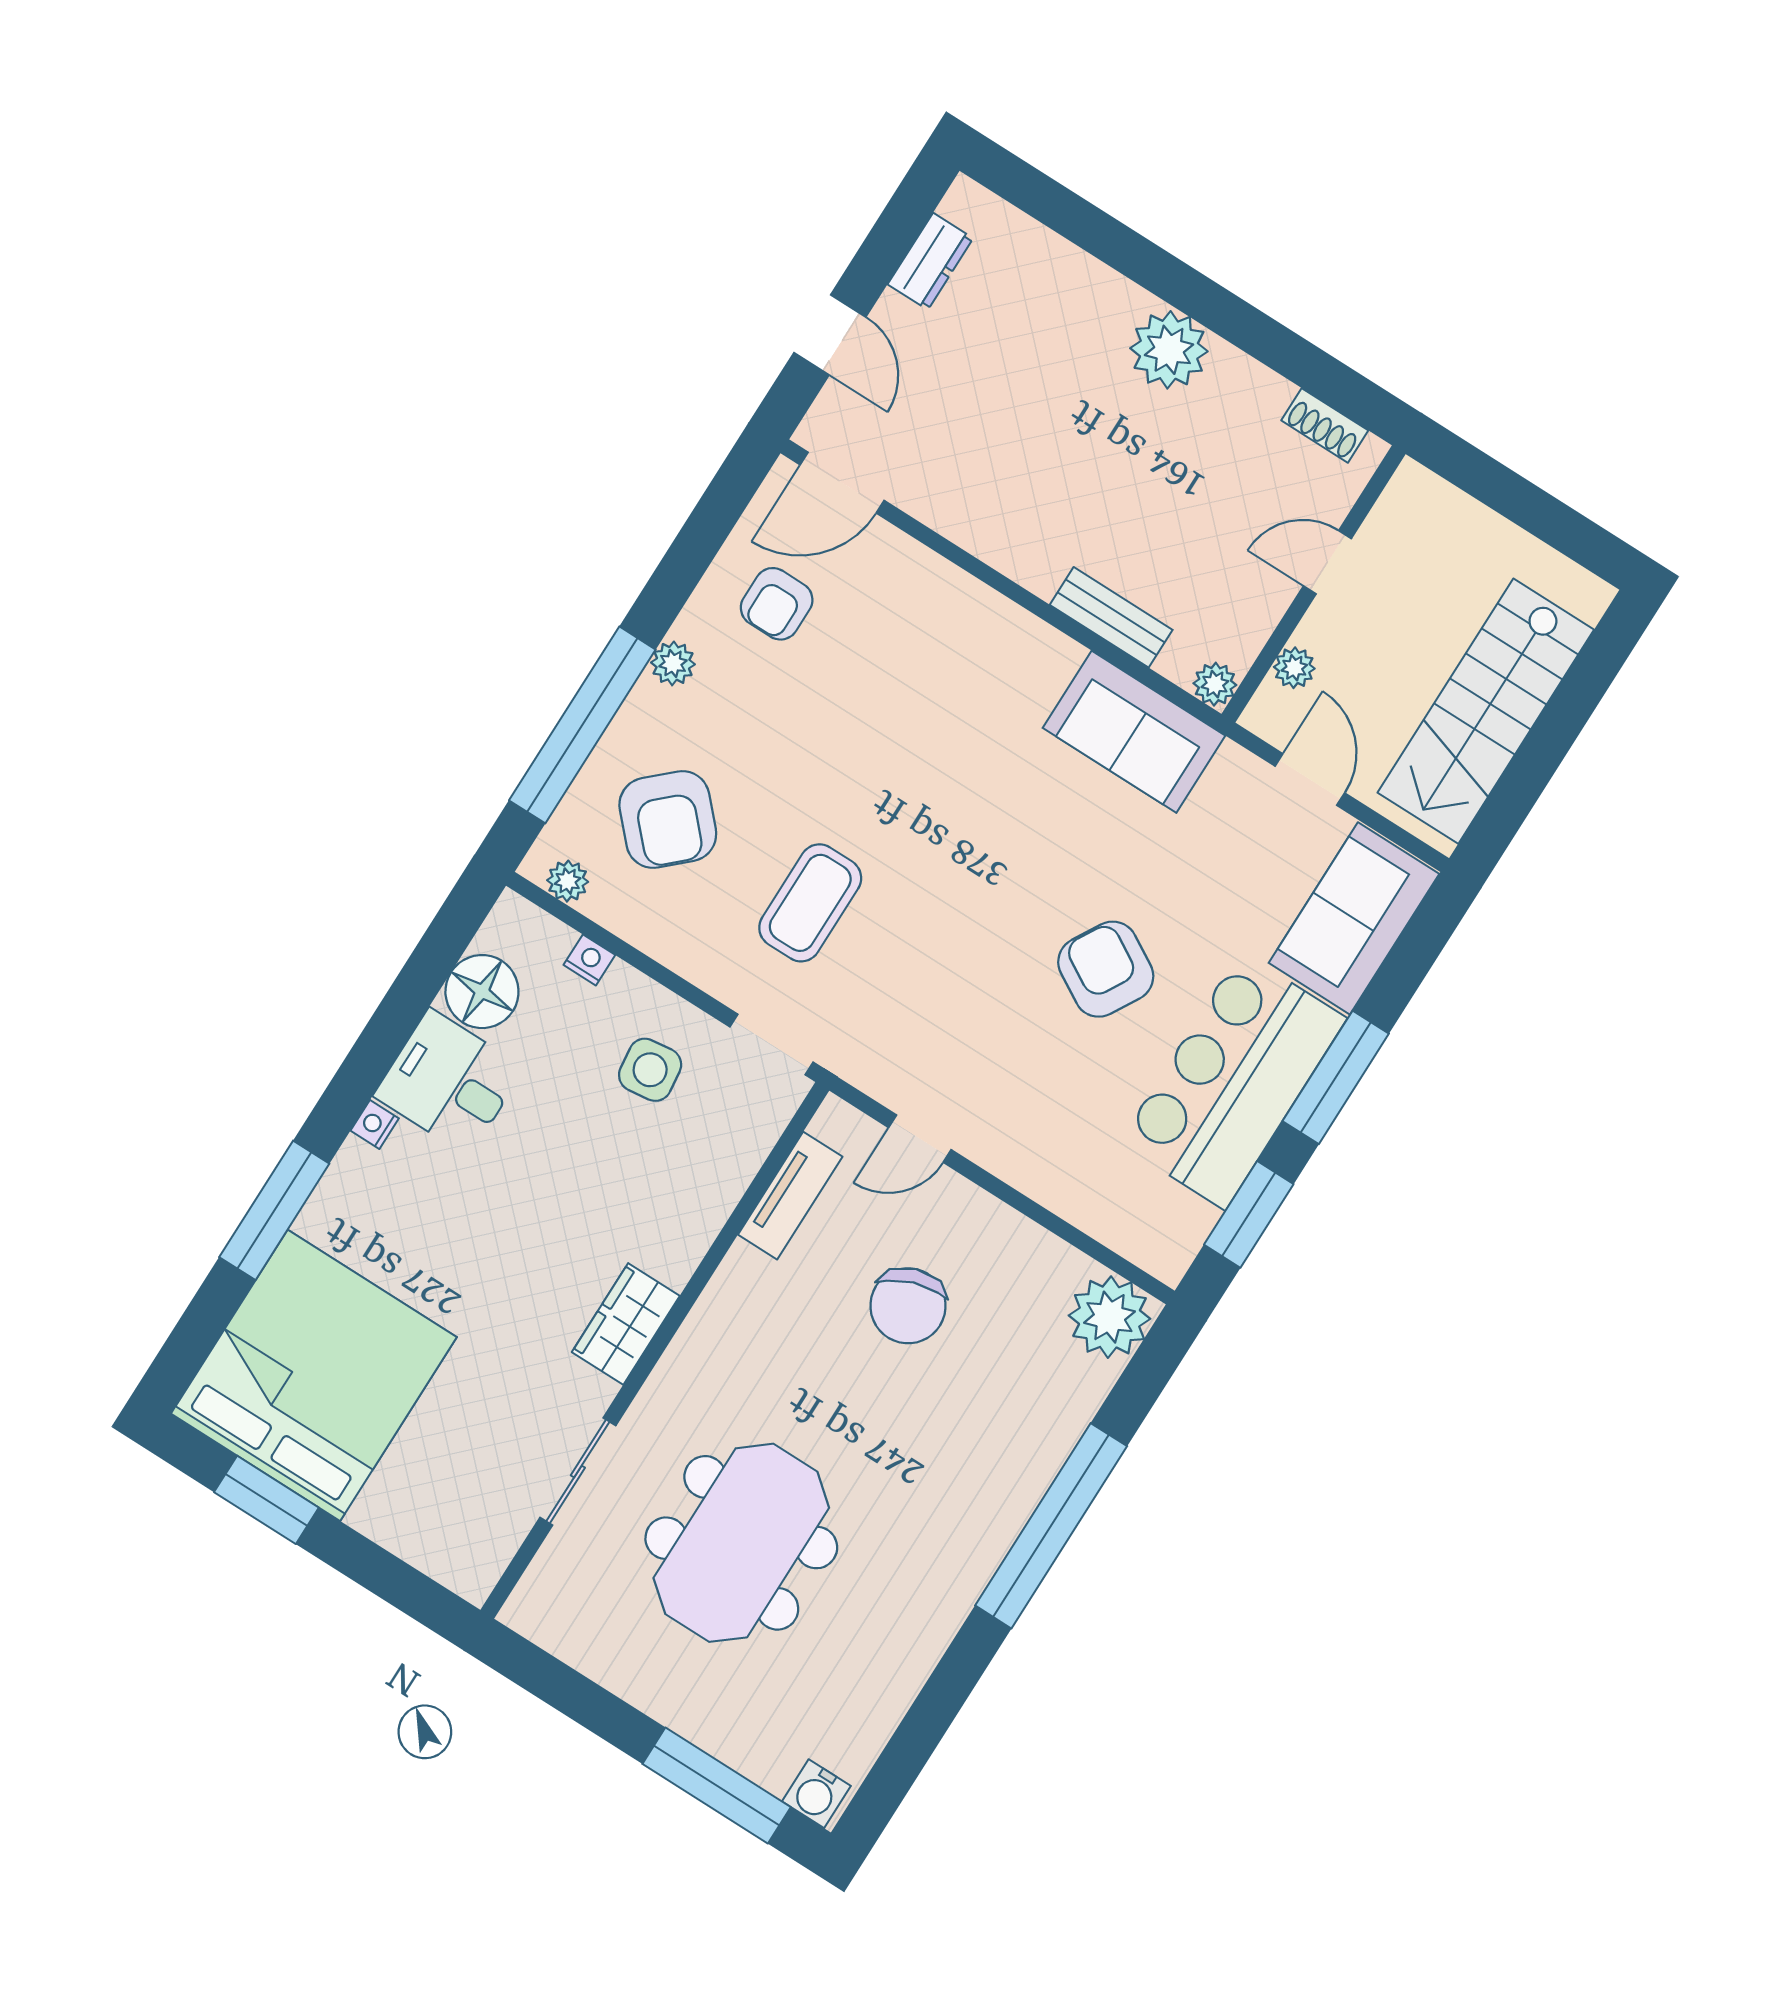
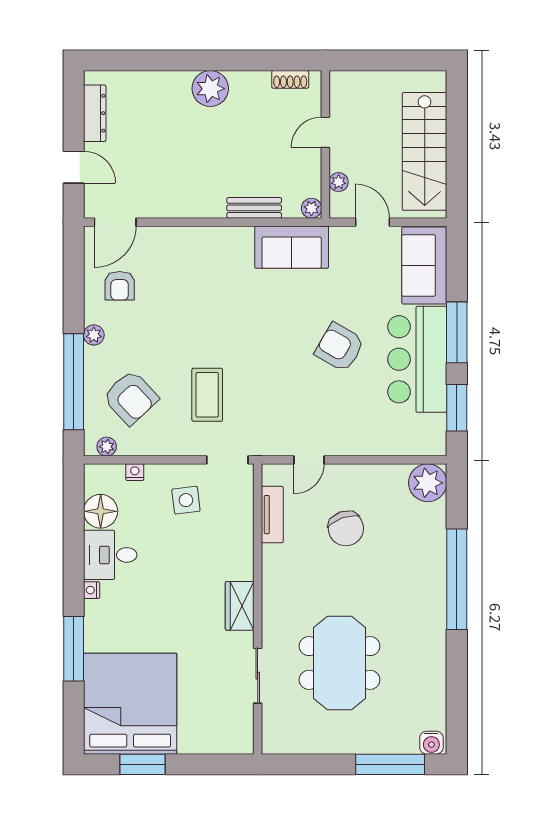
dresser: (930, 261) -> (95, 113), width x1.44

